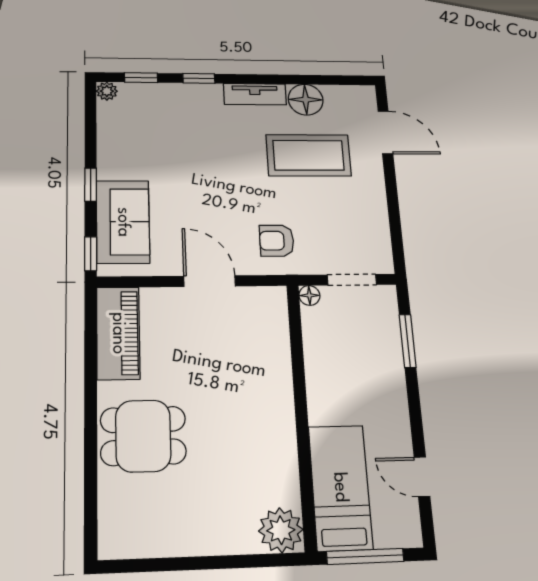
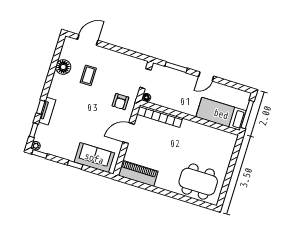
tv unit: (255, 94) -> (47, 111), moved
coffee table: (308, 155) -> (88, 75), width x0.54, depth x0.58
window: (91, 254) -> (39, 154), moved
bookcase: (277, 340) -> (160, 116), added
dining table: (143, 436) -> (198, 182), moved, width x1.37
door: (422, 477) -> (206, 76), moved
plant: (281, 530) -> (228, 140), removed

